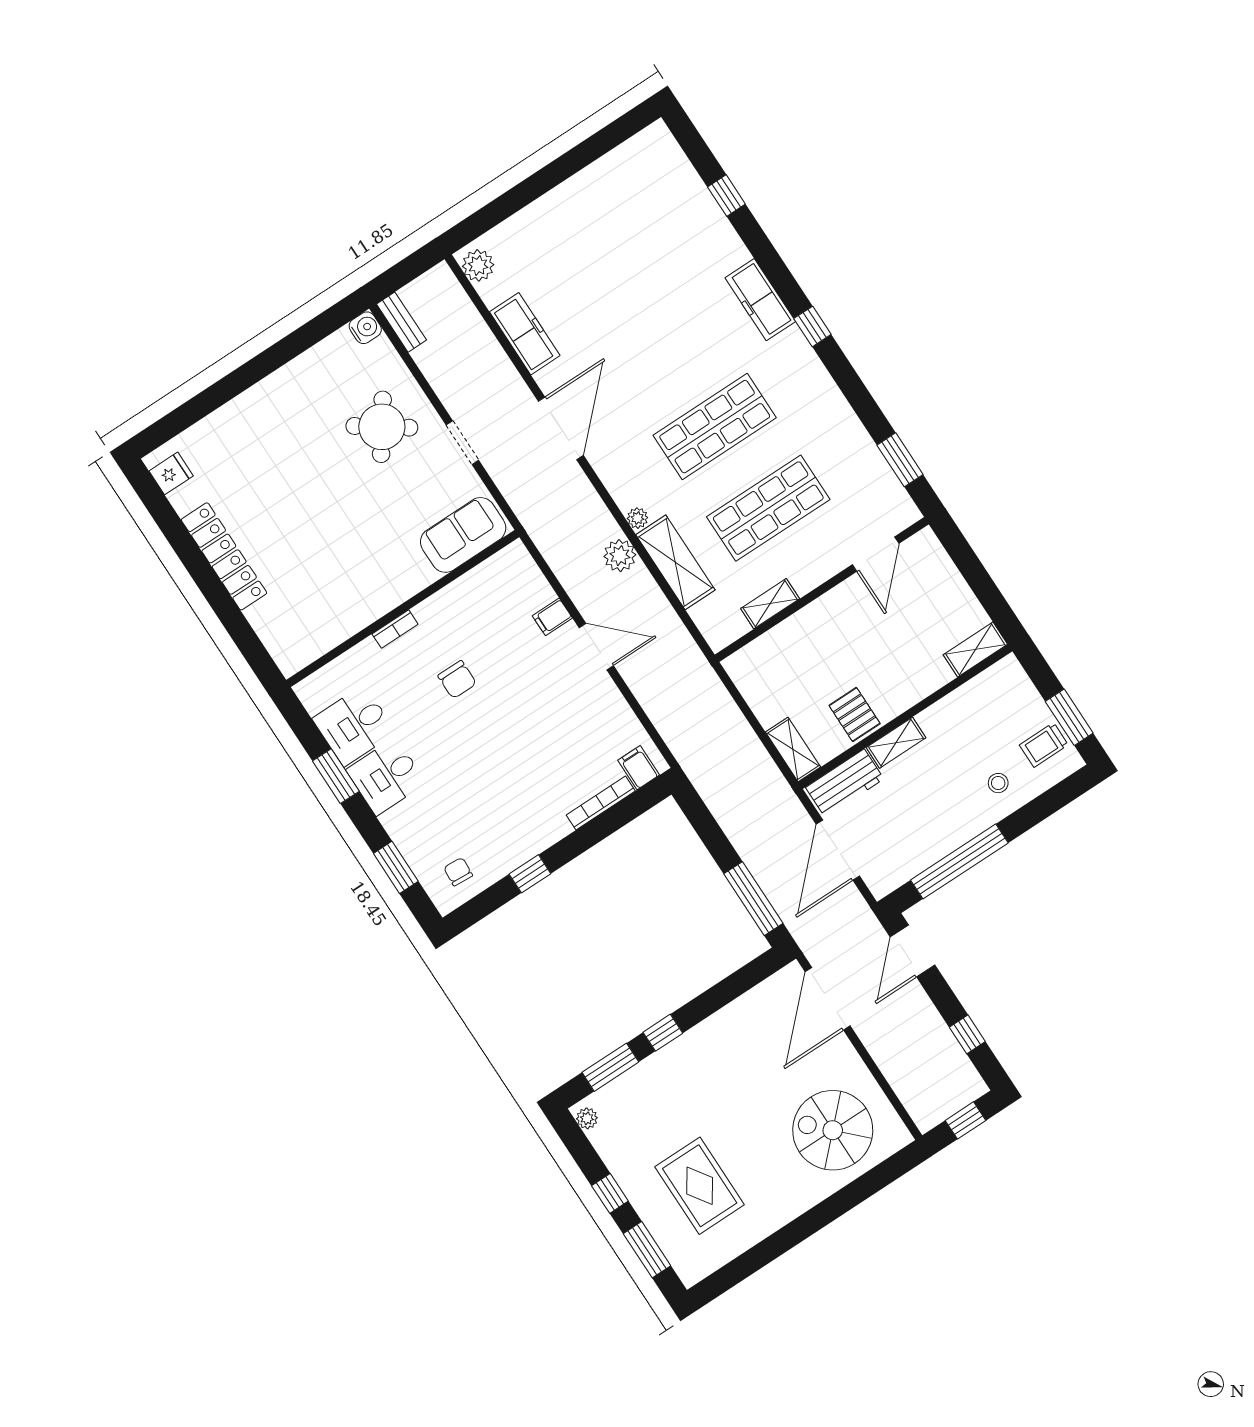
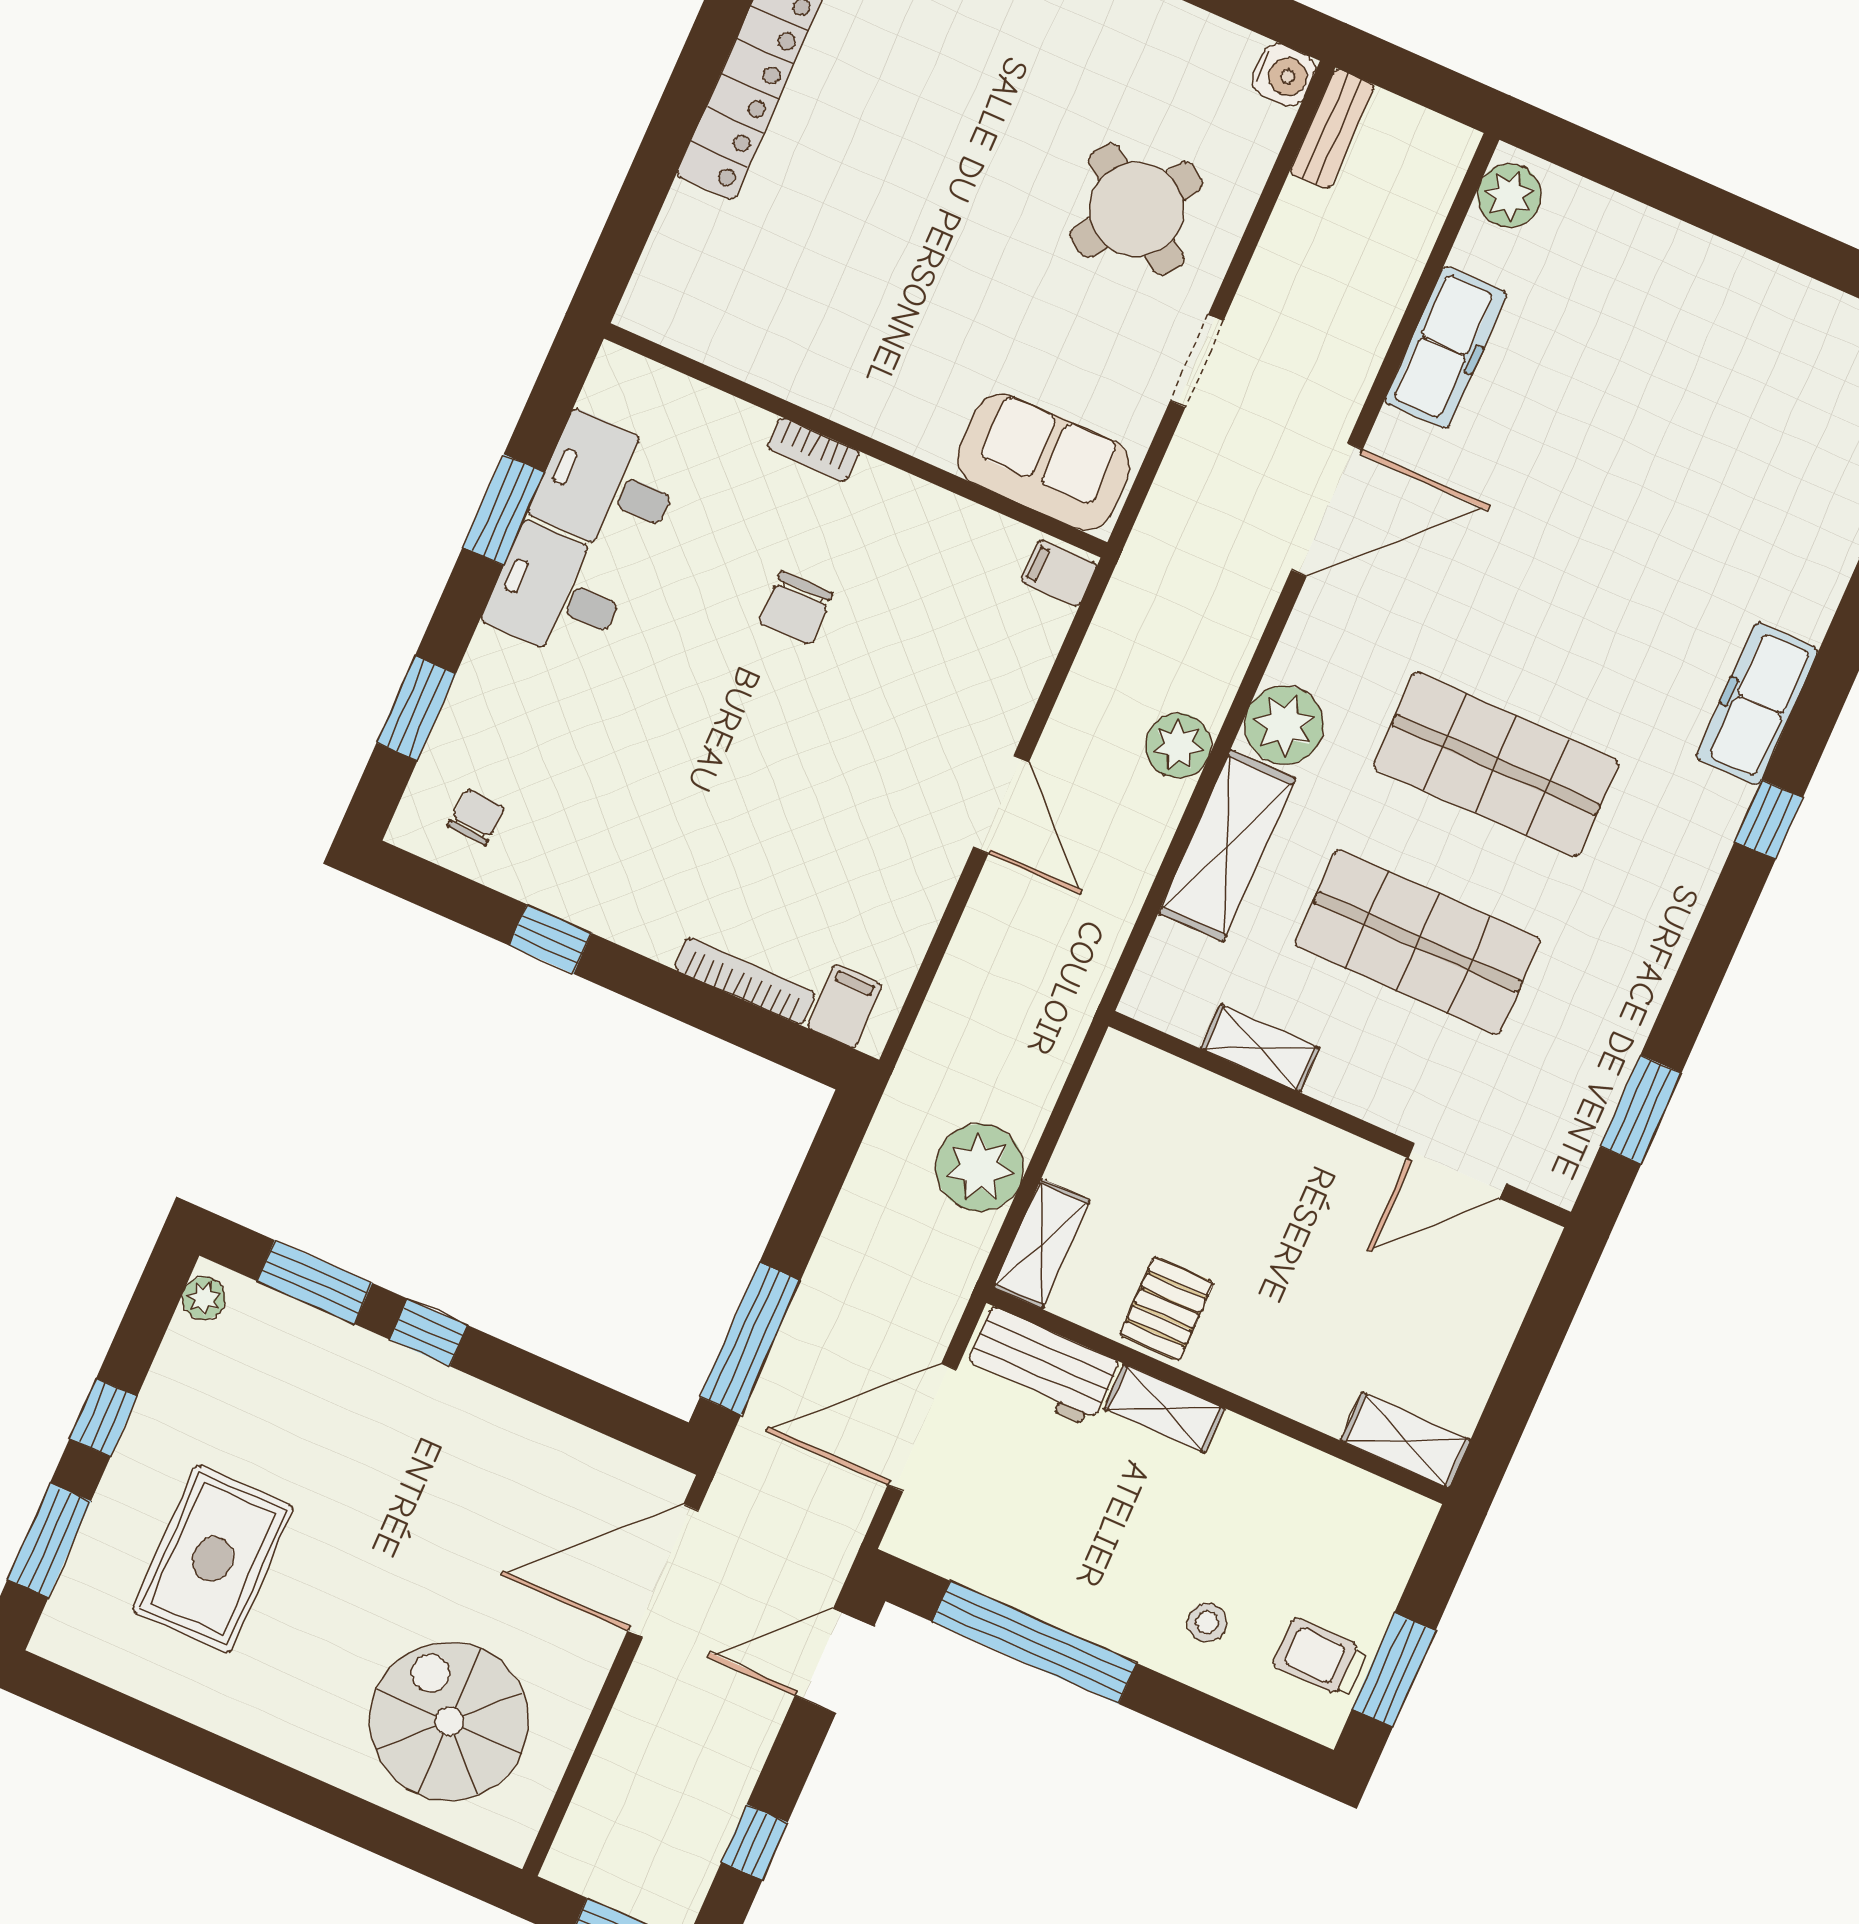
plant: (637, 518) -> (1284, 725), width x1.88, depth x1.88
filing cabinet: (552, 617) -> (1059, 573), moved
plant: (744, 755) -> (980, 1168), added

